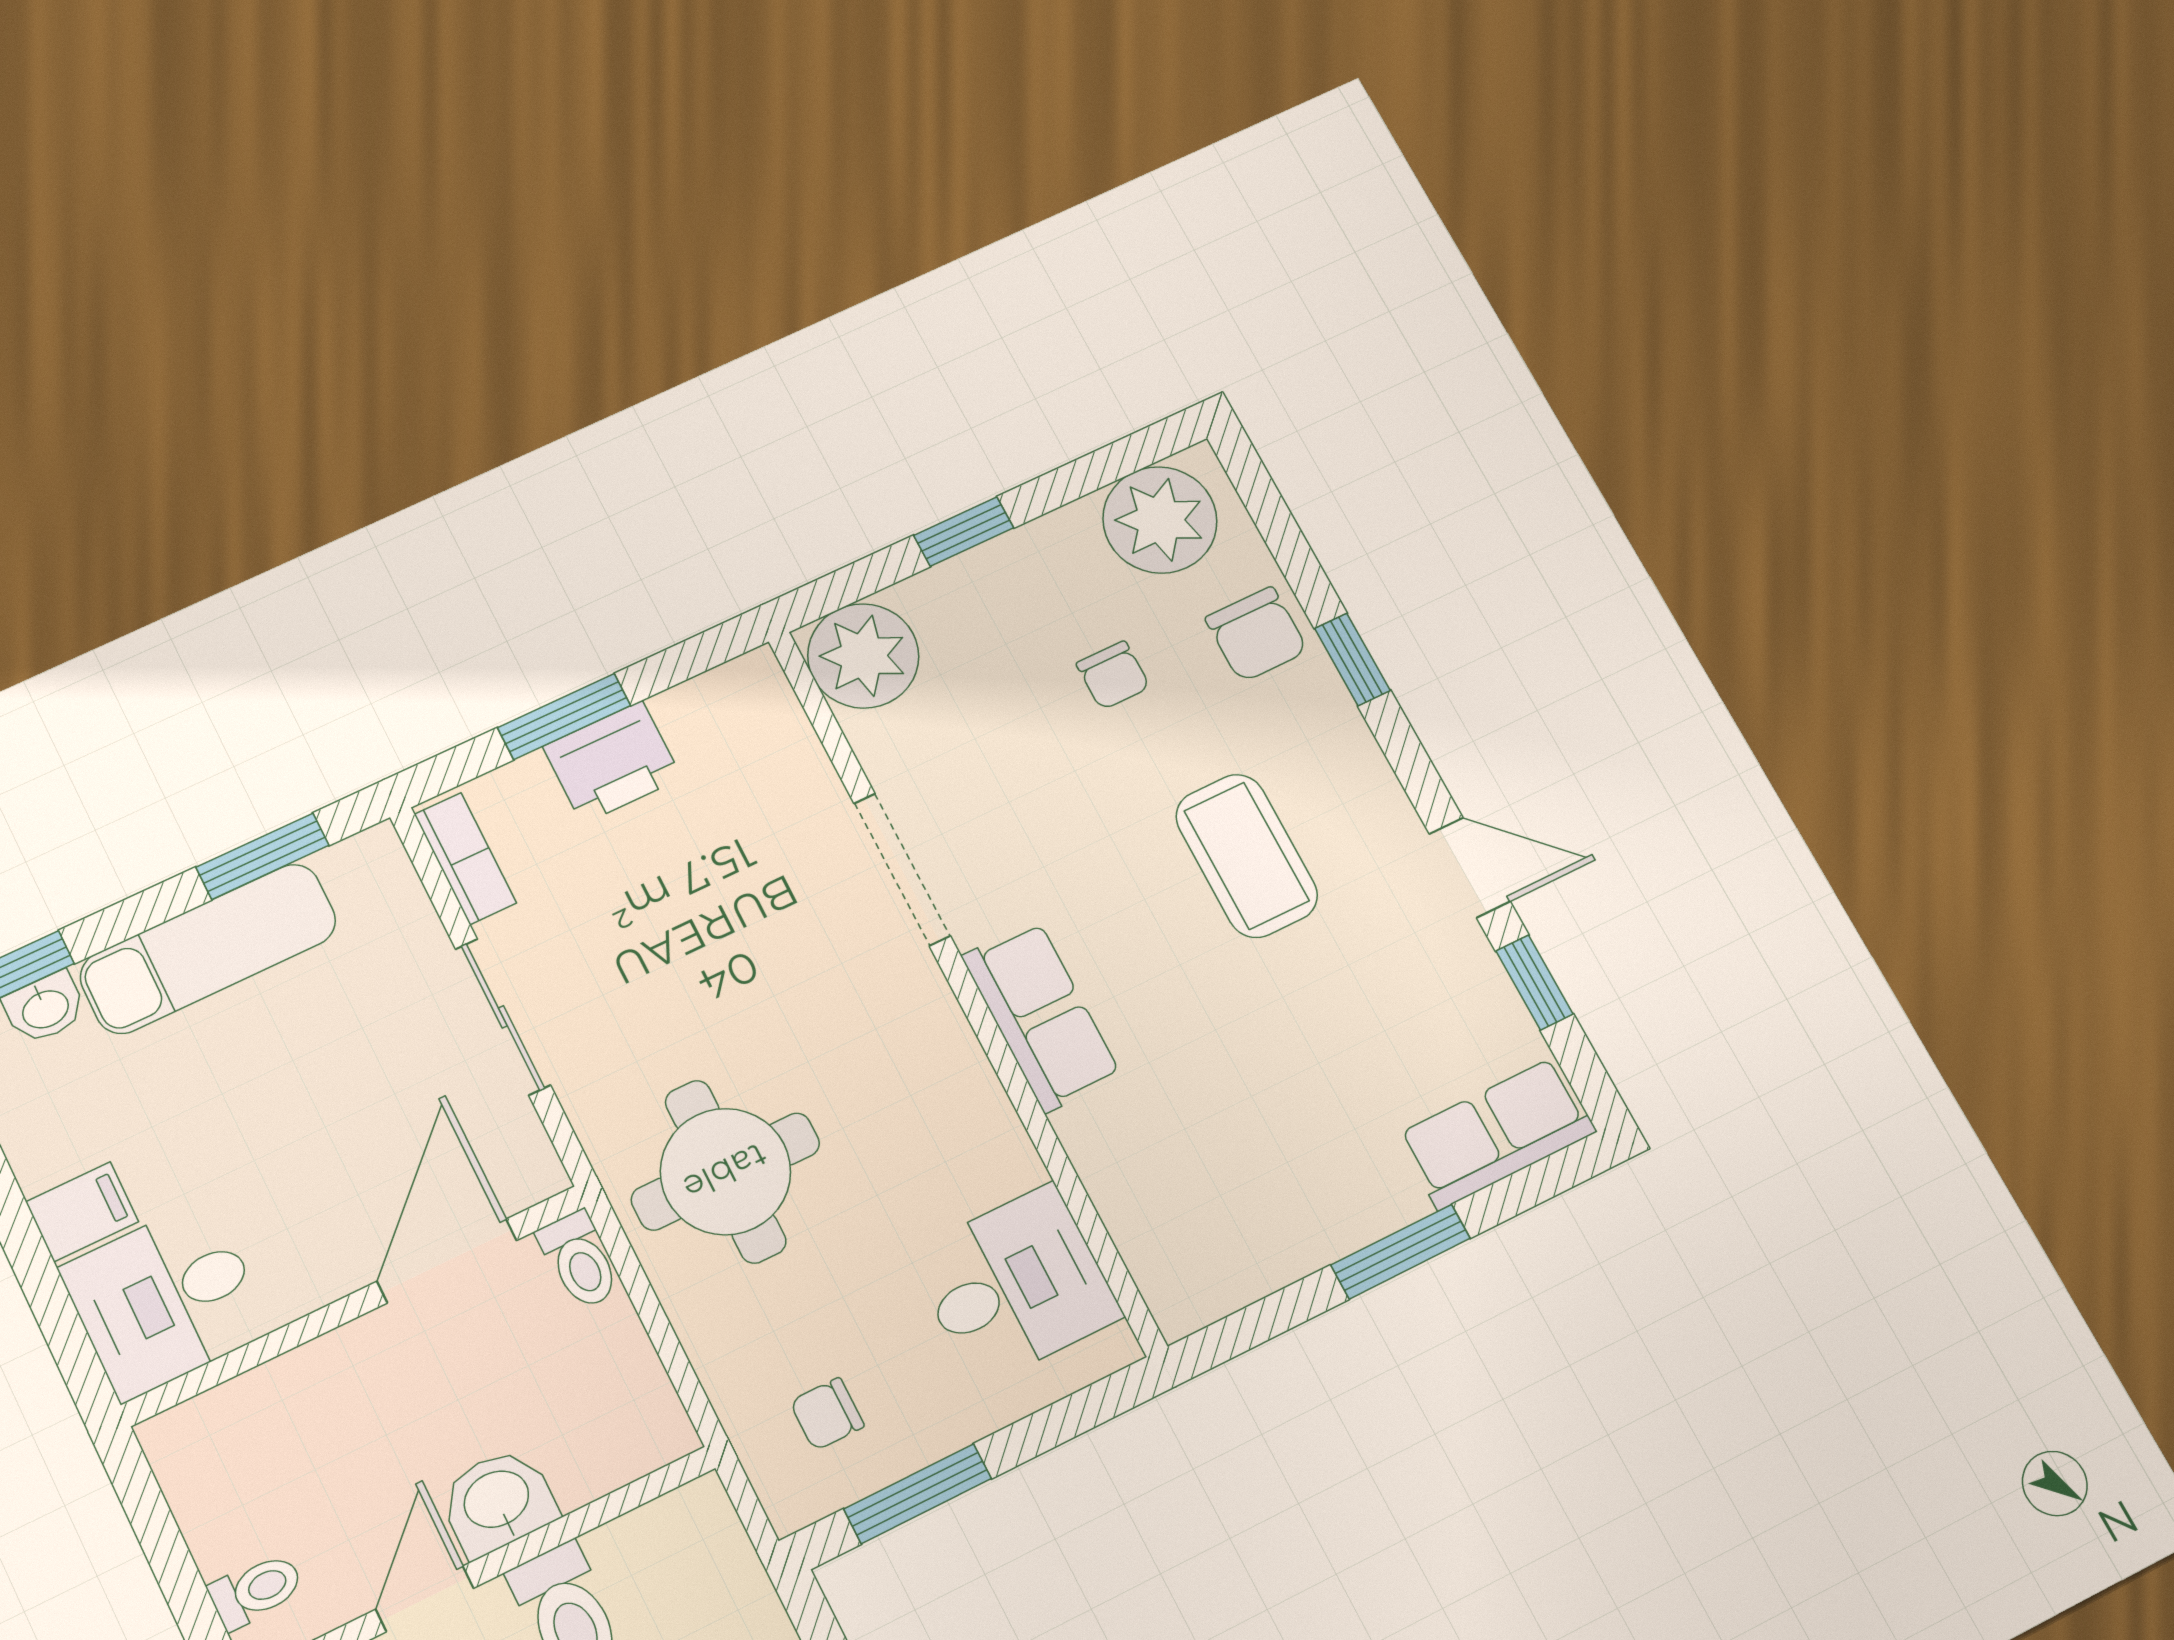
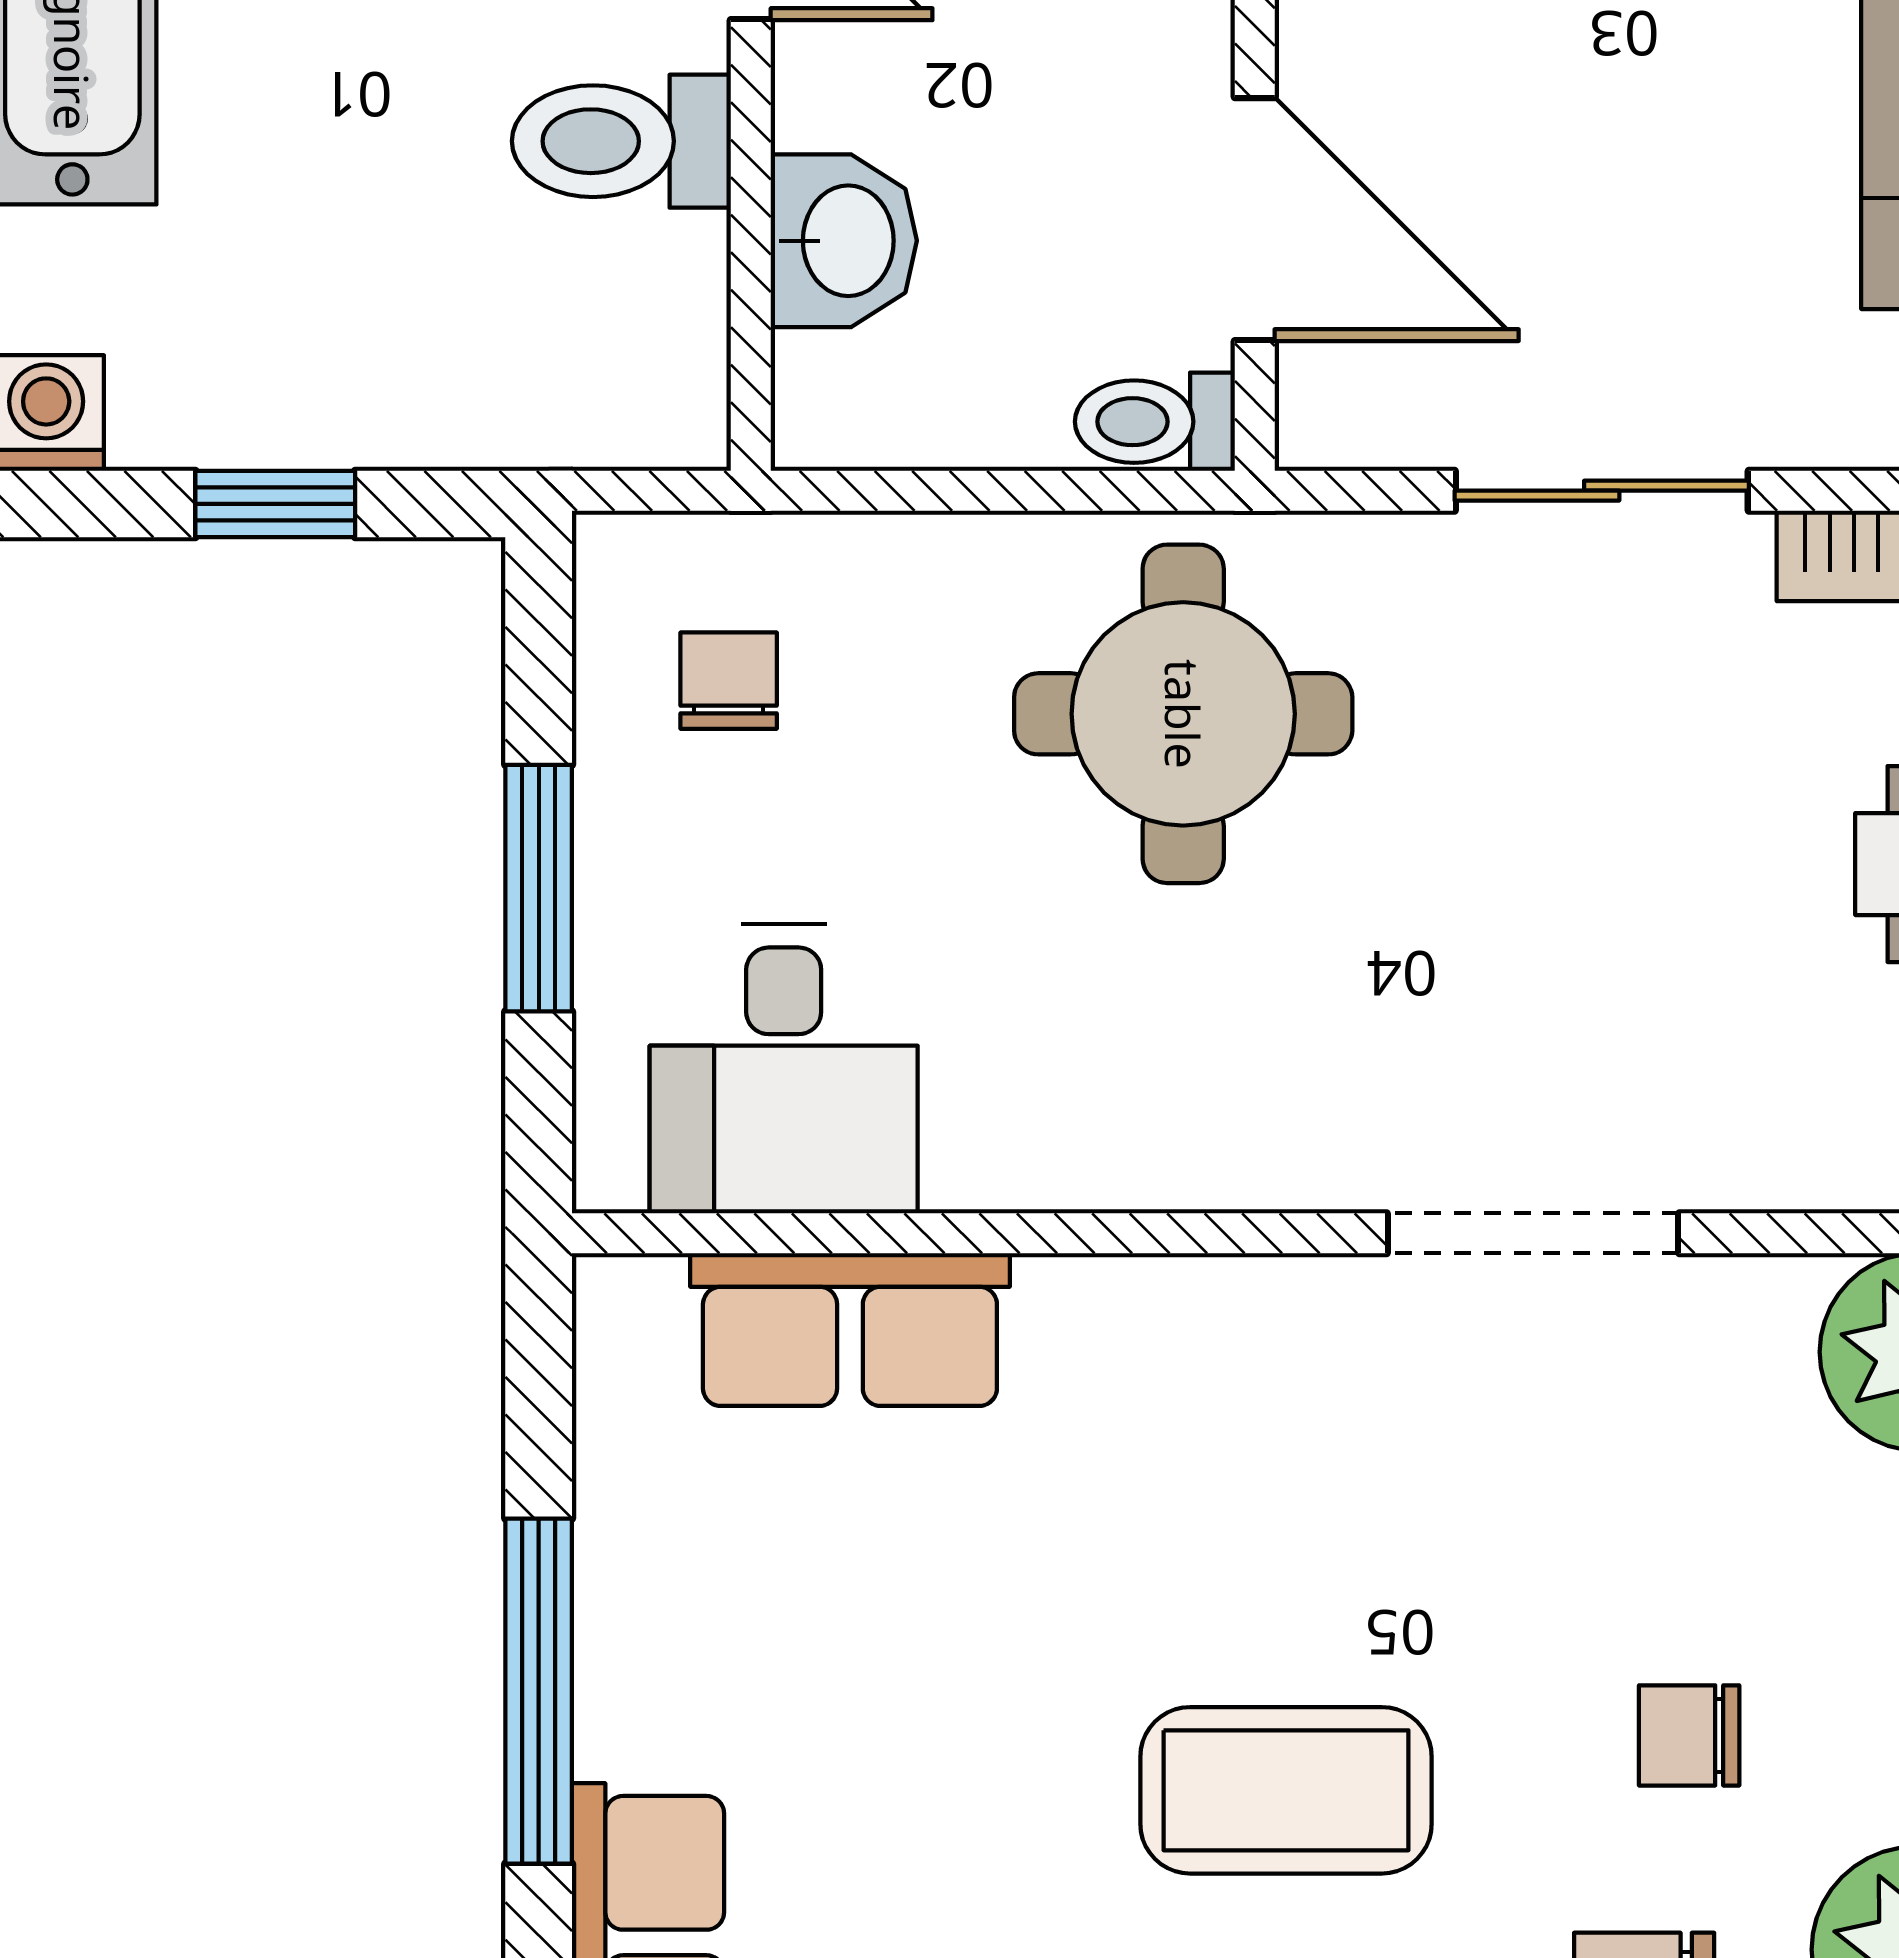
row of seats: (1041, 1016) -> (850, 1330), moved
window: (1401, 1252) -> (539, 1691), width x1.44
window: (918, 1494) -> (539, 888), moved
washbasin: (497, 1501) -> (844, 241), moved

